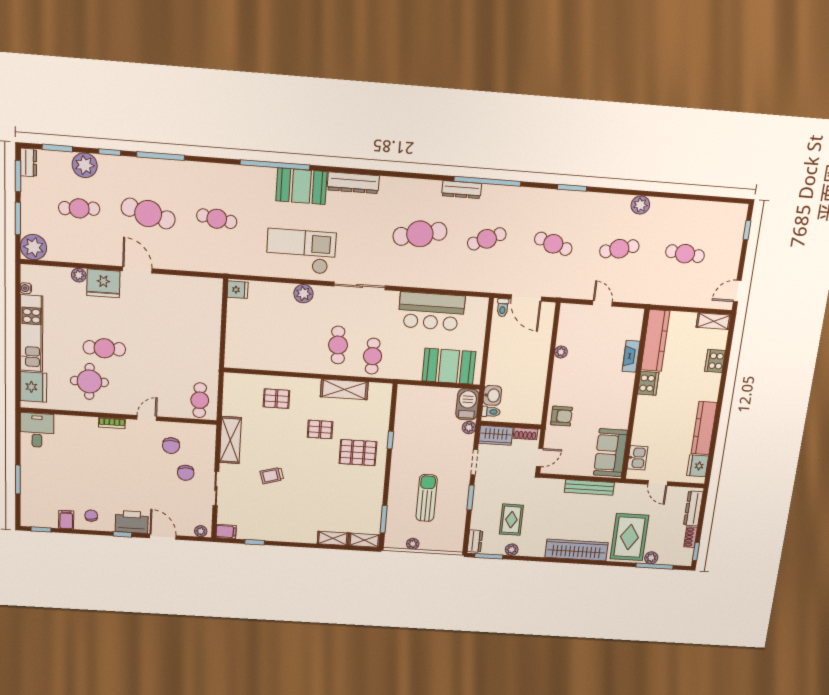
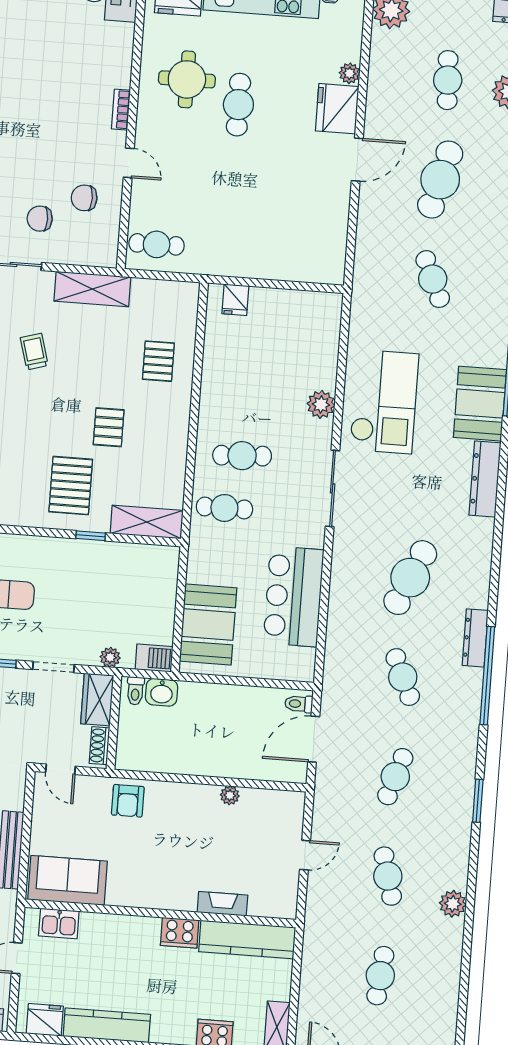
cafe table: (217, 219) -> (433, 279), turned -33
cafe table: (420, 234) -> (410, 578), turned 36
fridge: (238, 290) -> (235, 300), moved
shelving: (344, 389) -> (147, 522), moved, turned 90
barbecue: (467, 404) -> (154, 658), width x0.73, depth x0.79

